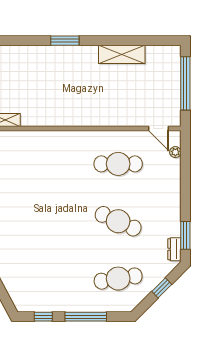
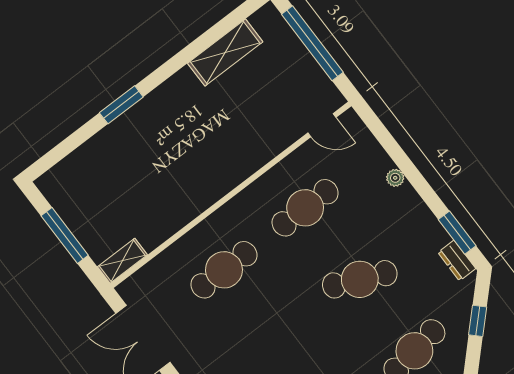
shelving: (122, 54) -> (225, 53), moved
plant: (175, 152) -> (395, 178), moved
cafe table: (53, 164) -> (224, 270), added

